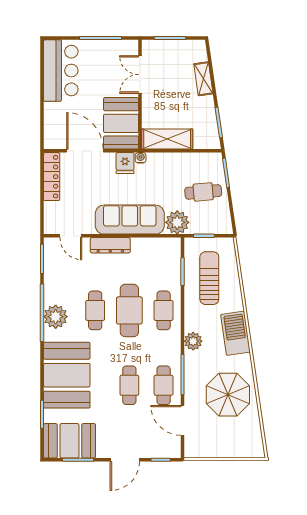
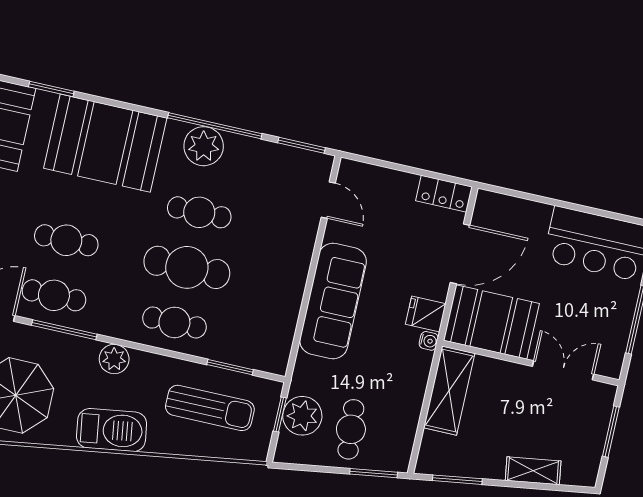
locker: (52, 177) -> (444, 194), width x0.66
plant: (177, 222) -> (302, 416), moved
door: (71, 236) -> (328, 200), swing flipped
dresser: (110, 245) -> (299, 260), removed

